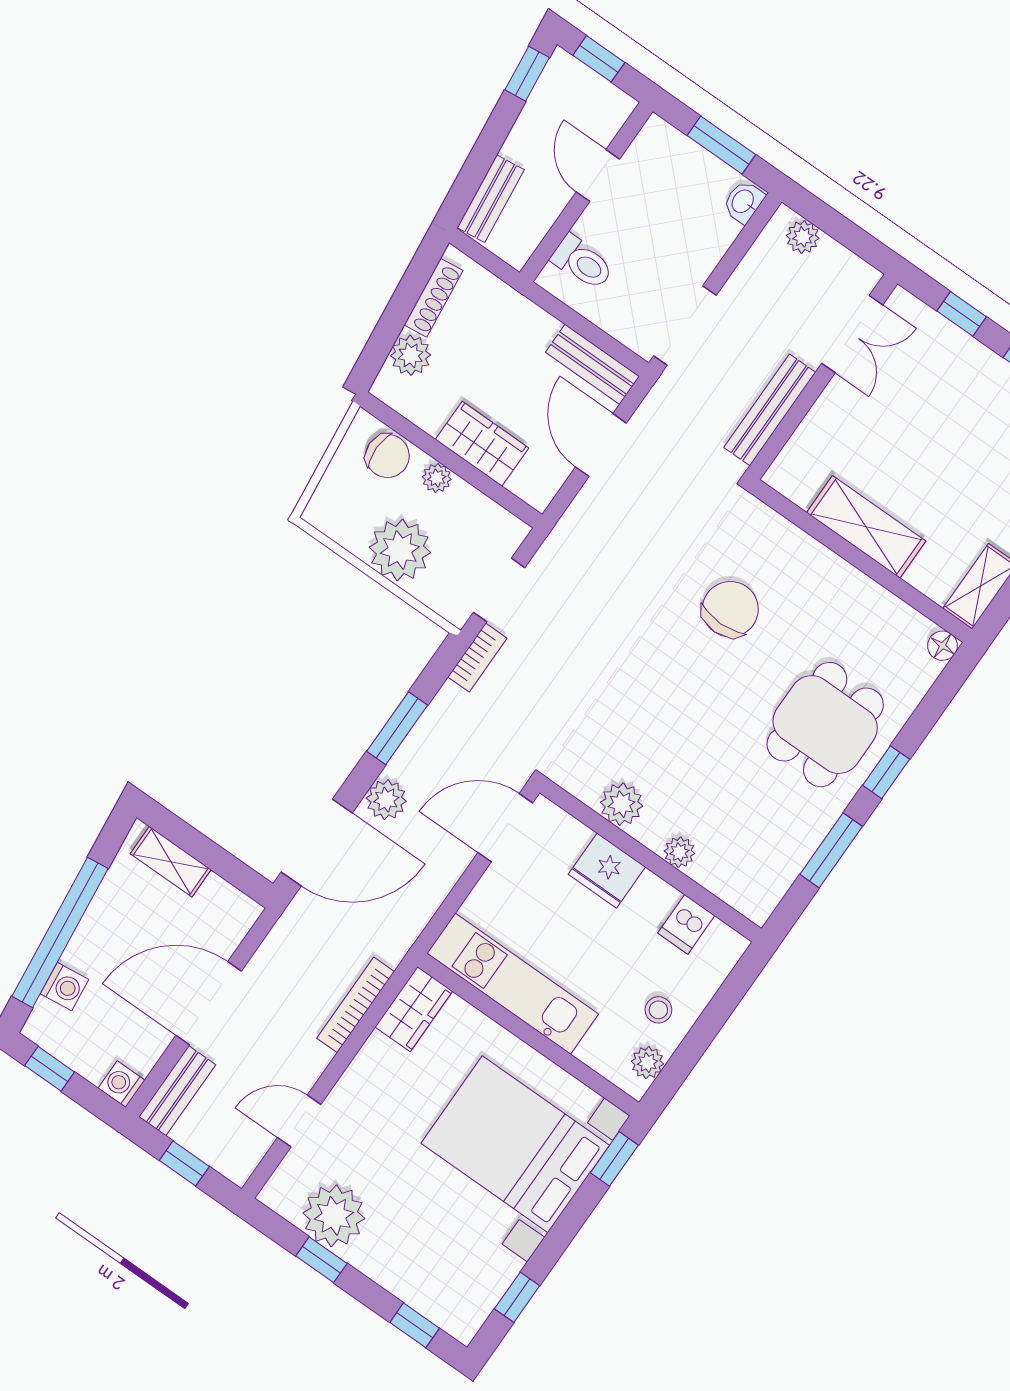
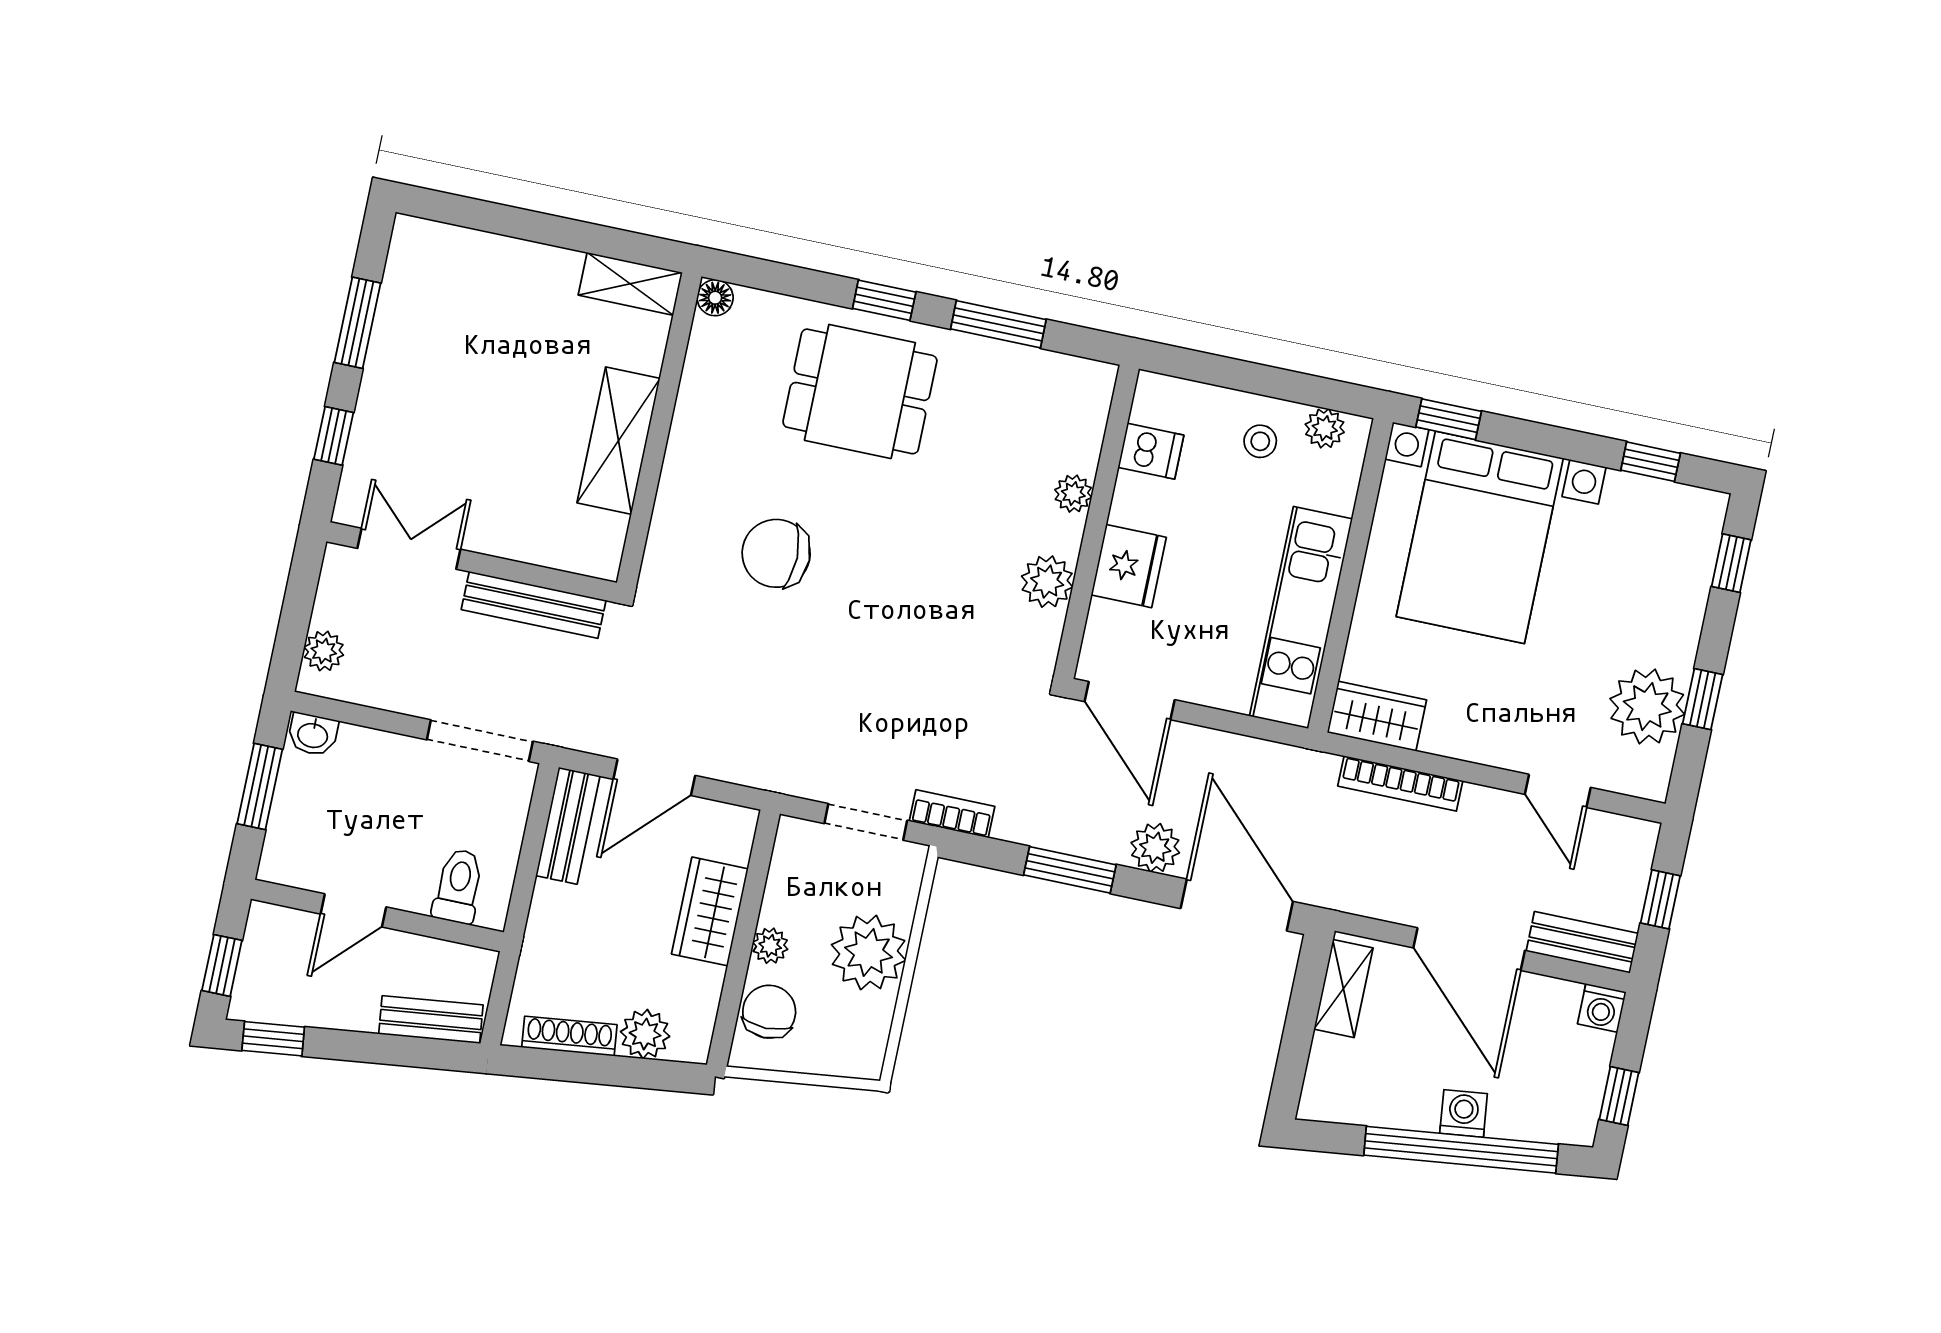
shelving: (171, 862) -> (1343, 988), moved
washing machine: (65, 987) -> (1464, 1113), moved

